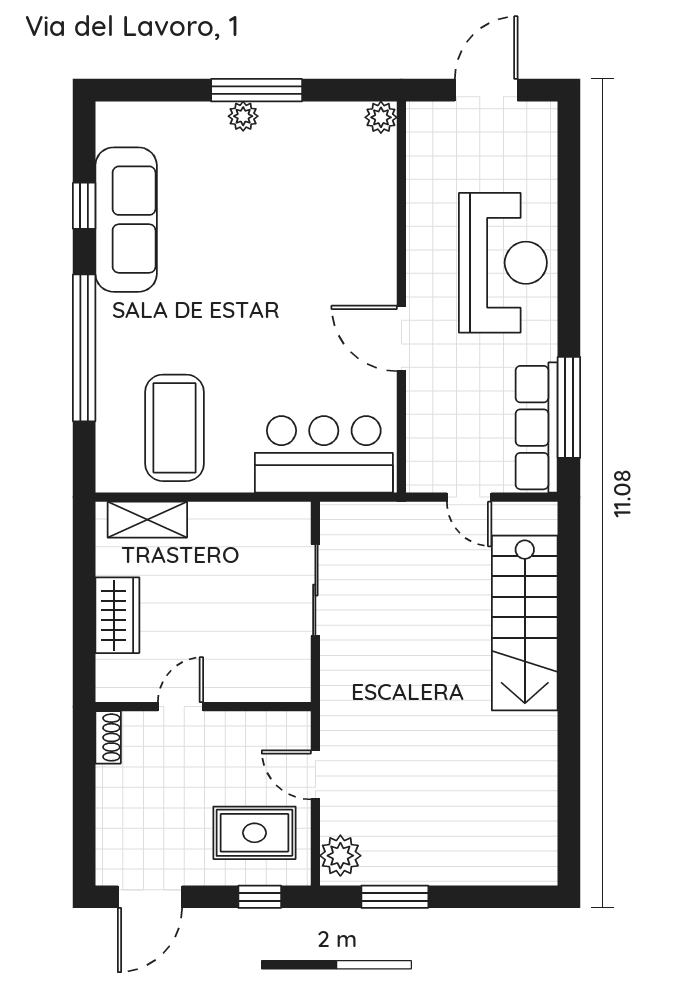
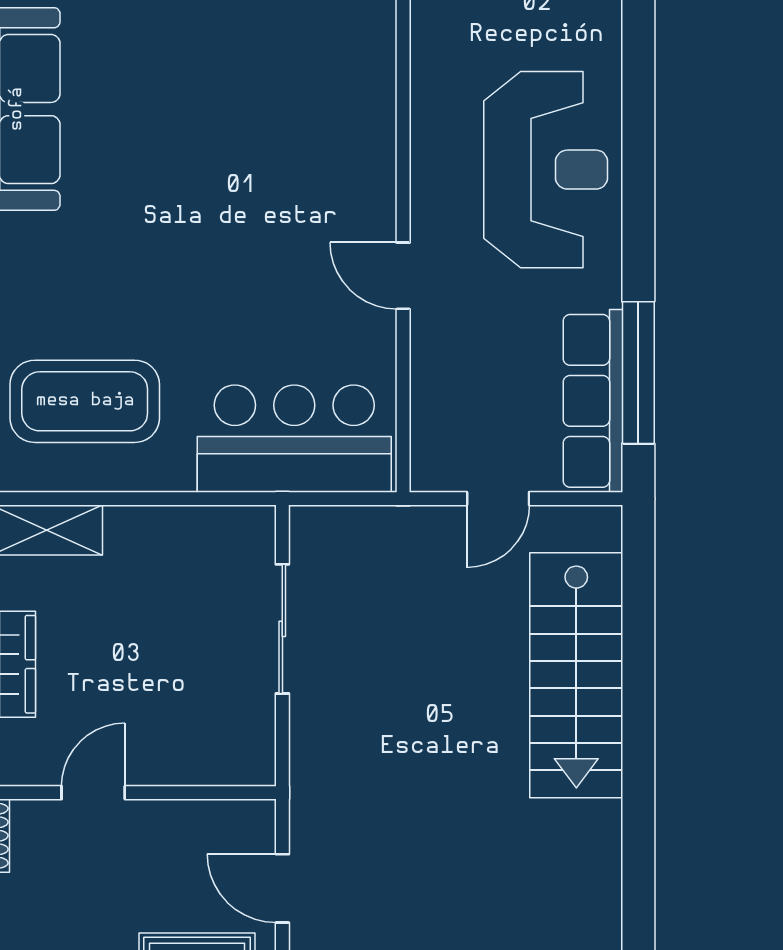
door: (401, 338) -> (403, 276), width x0.73
coffee table: (174, 428) -> (85, 401), turned 90
door: (469, 497) -> (498, 499), hinge flipped

